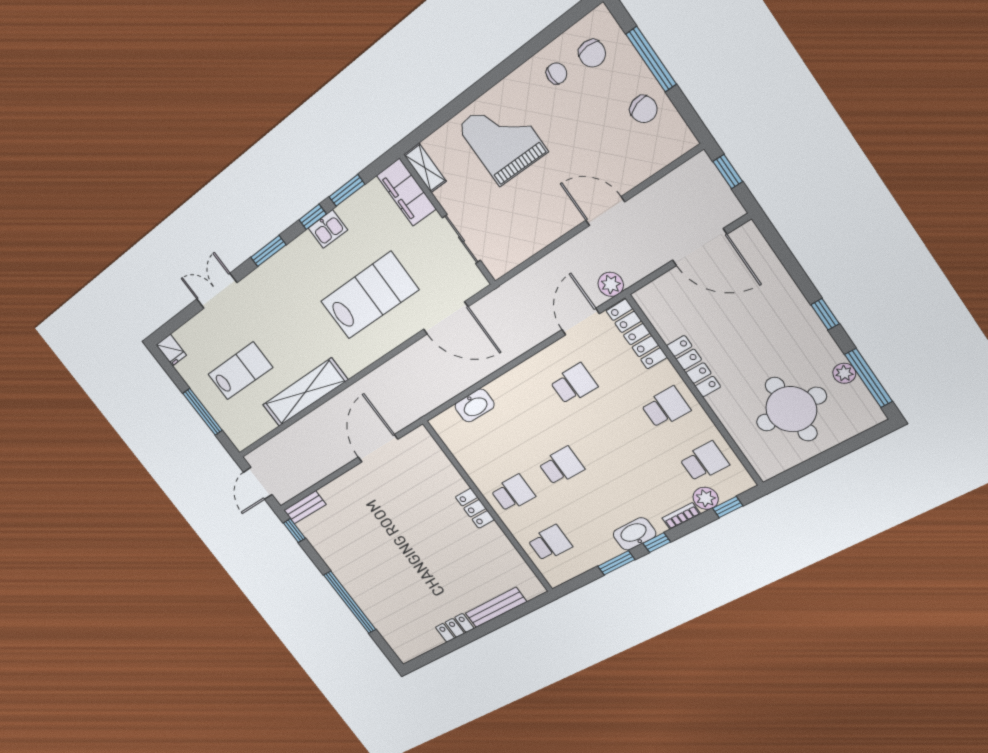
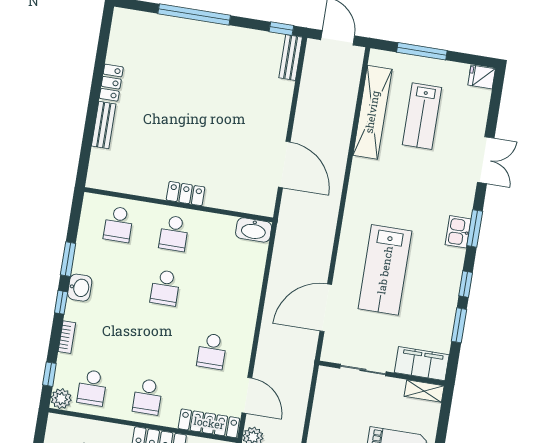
kitchen sink: (328, 229) -> (458, 232), moved
shelving: (305, 393) -> (372, 112), moved
washbasin: (475, 405) -> (254, 230), moved, turned -90
plant: (706, 498) -> (61, 399), moved
washbasin: (635, 534) -> (80, 288), width x0.72
bench: (496, 607) -> (104, 125), width x0.73

